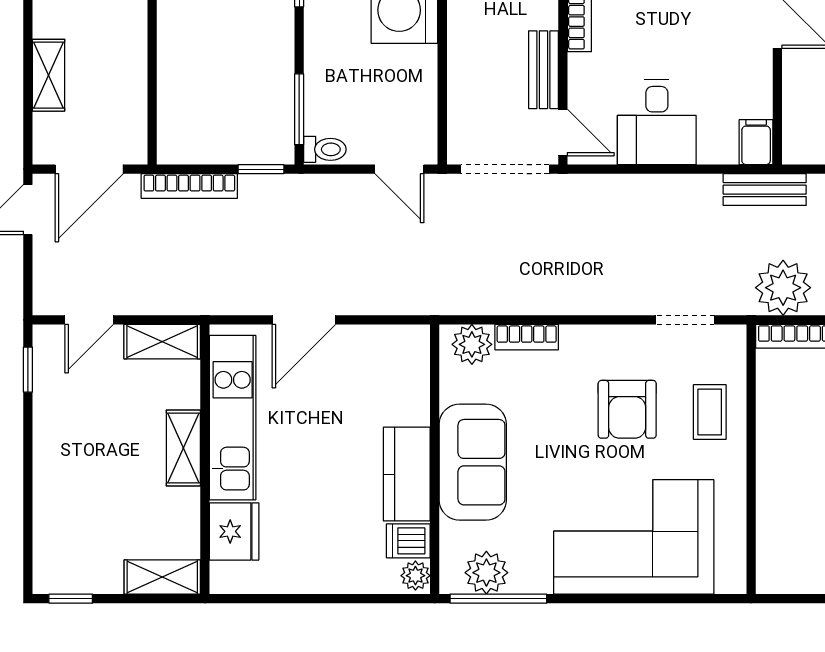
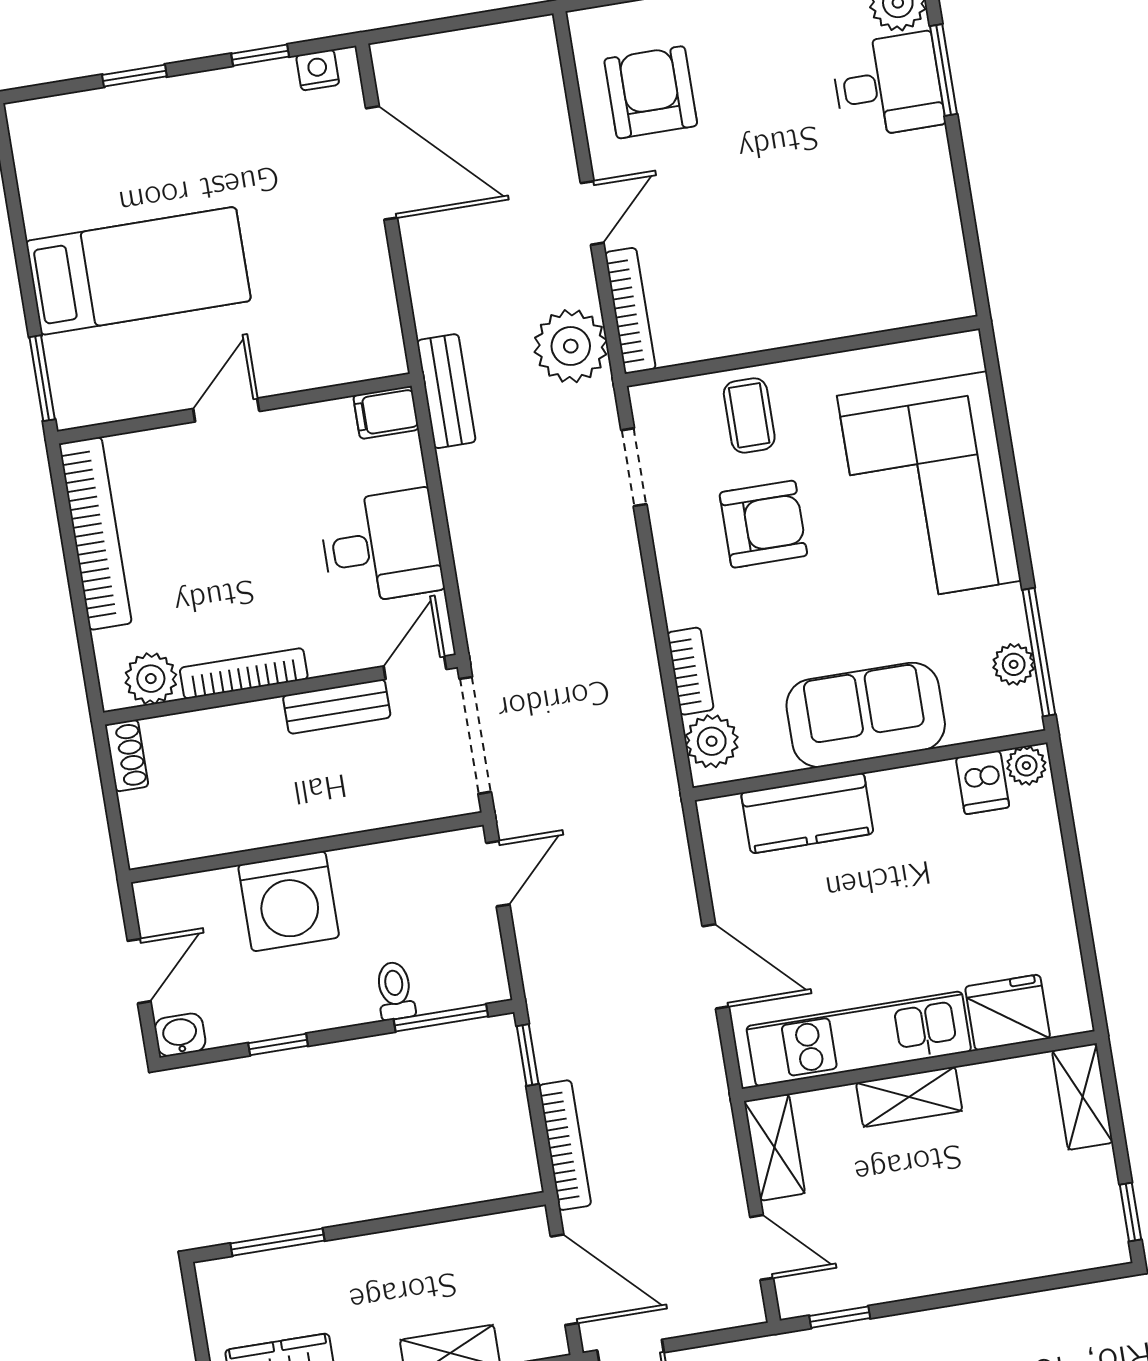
toilet: (325, 149) -> (395, 991), moved
coffee table: (710, 412) -> (749, 415), turned 90
kitchen counter: (407, 474) -> (807, 813), moved
plant: (486, 573) -> (1014, 664), width x0.73, depth x0.73

